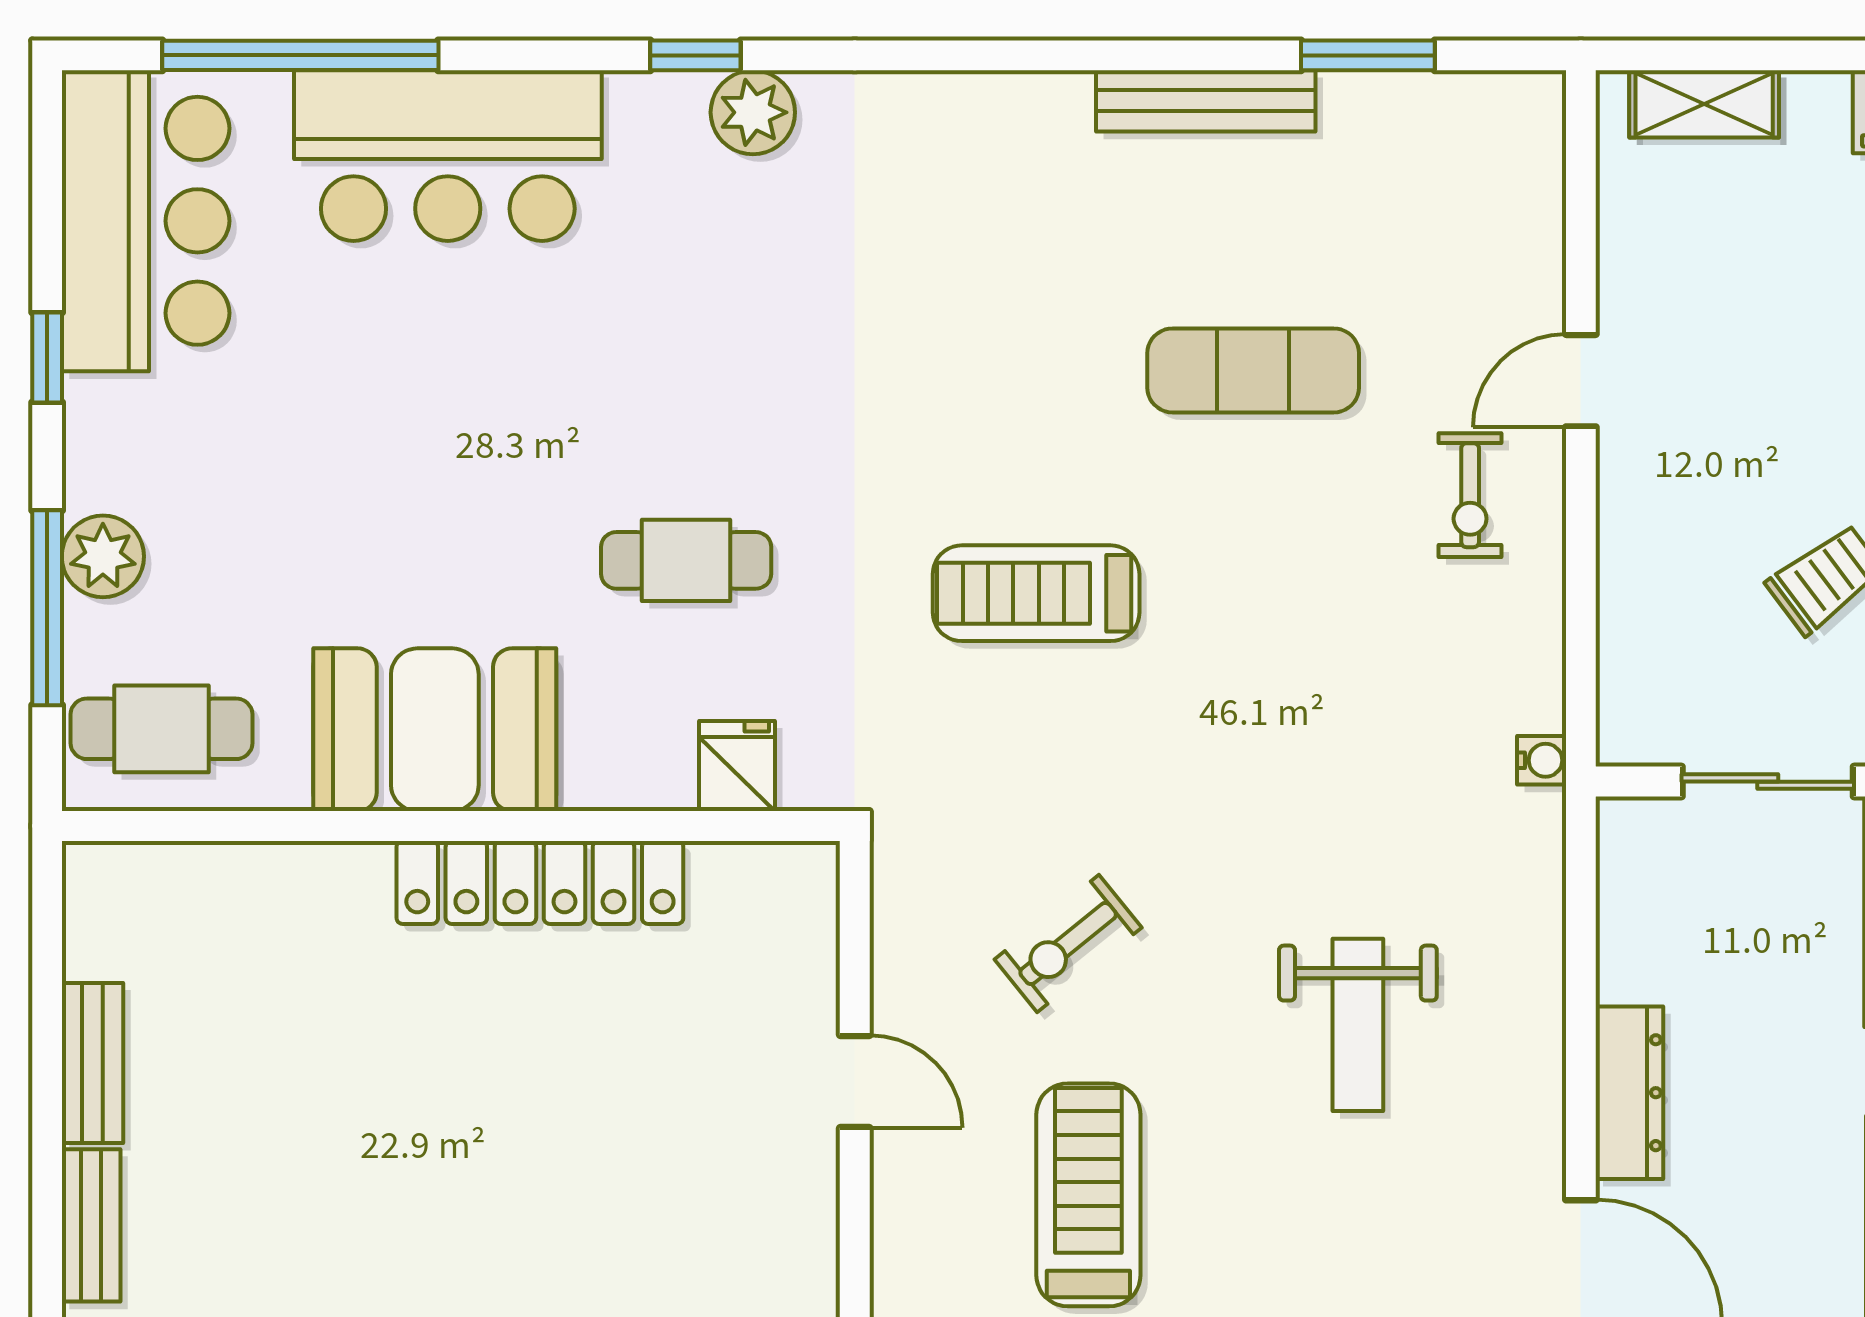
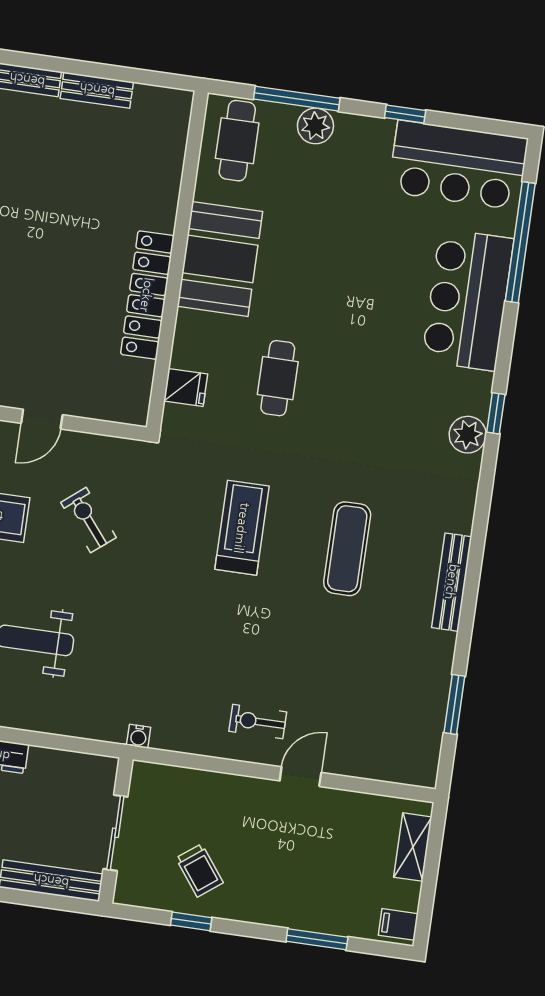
bench: (1206, 101) -> (452, 582), moved
exercise mat: (1253, 370) -> (347, 549), moved
door: (1581, 381) -> (300, 777), hinge flipped

